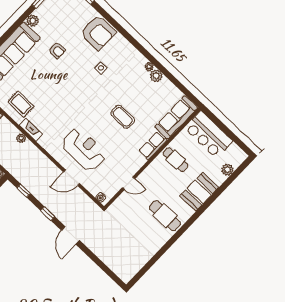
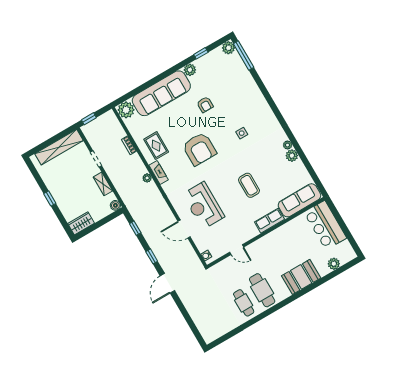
armchair: (98, 33) -> (199, 149), moved
reception desk: (84, 149) -> (203, 206), turned 180
cafe table: (176, 160) -> (244, 303), moved

